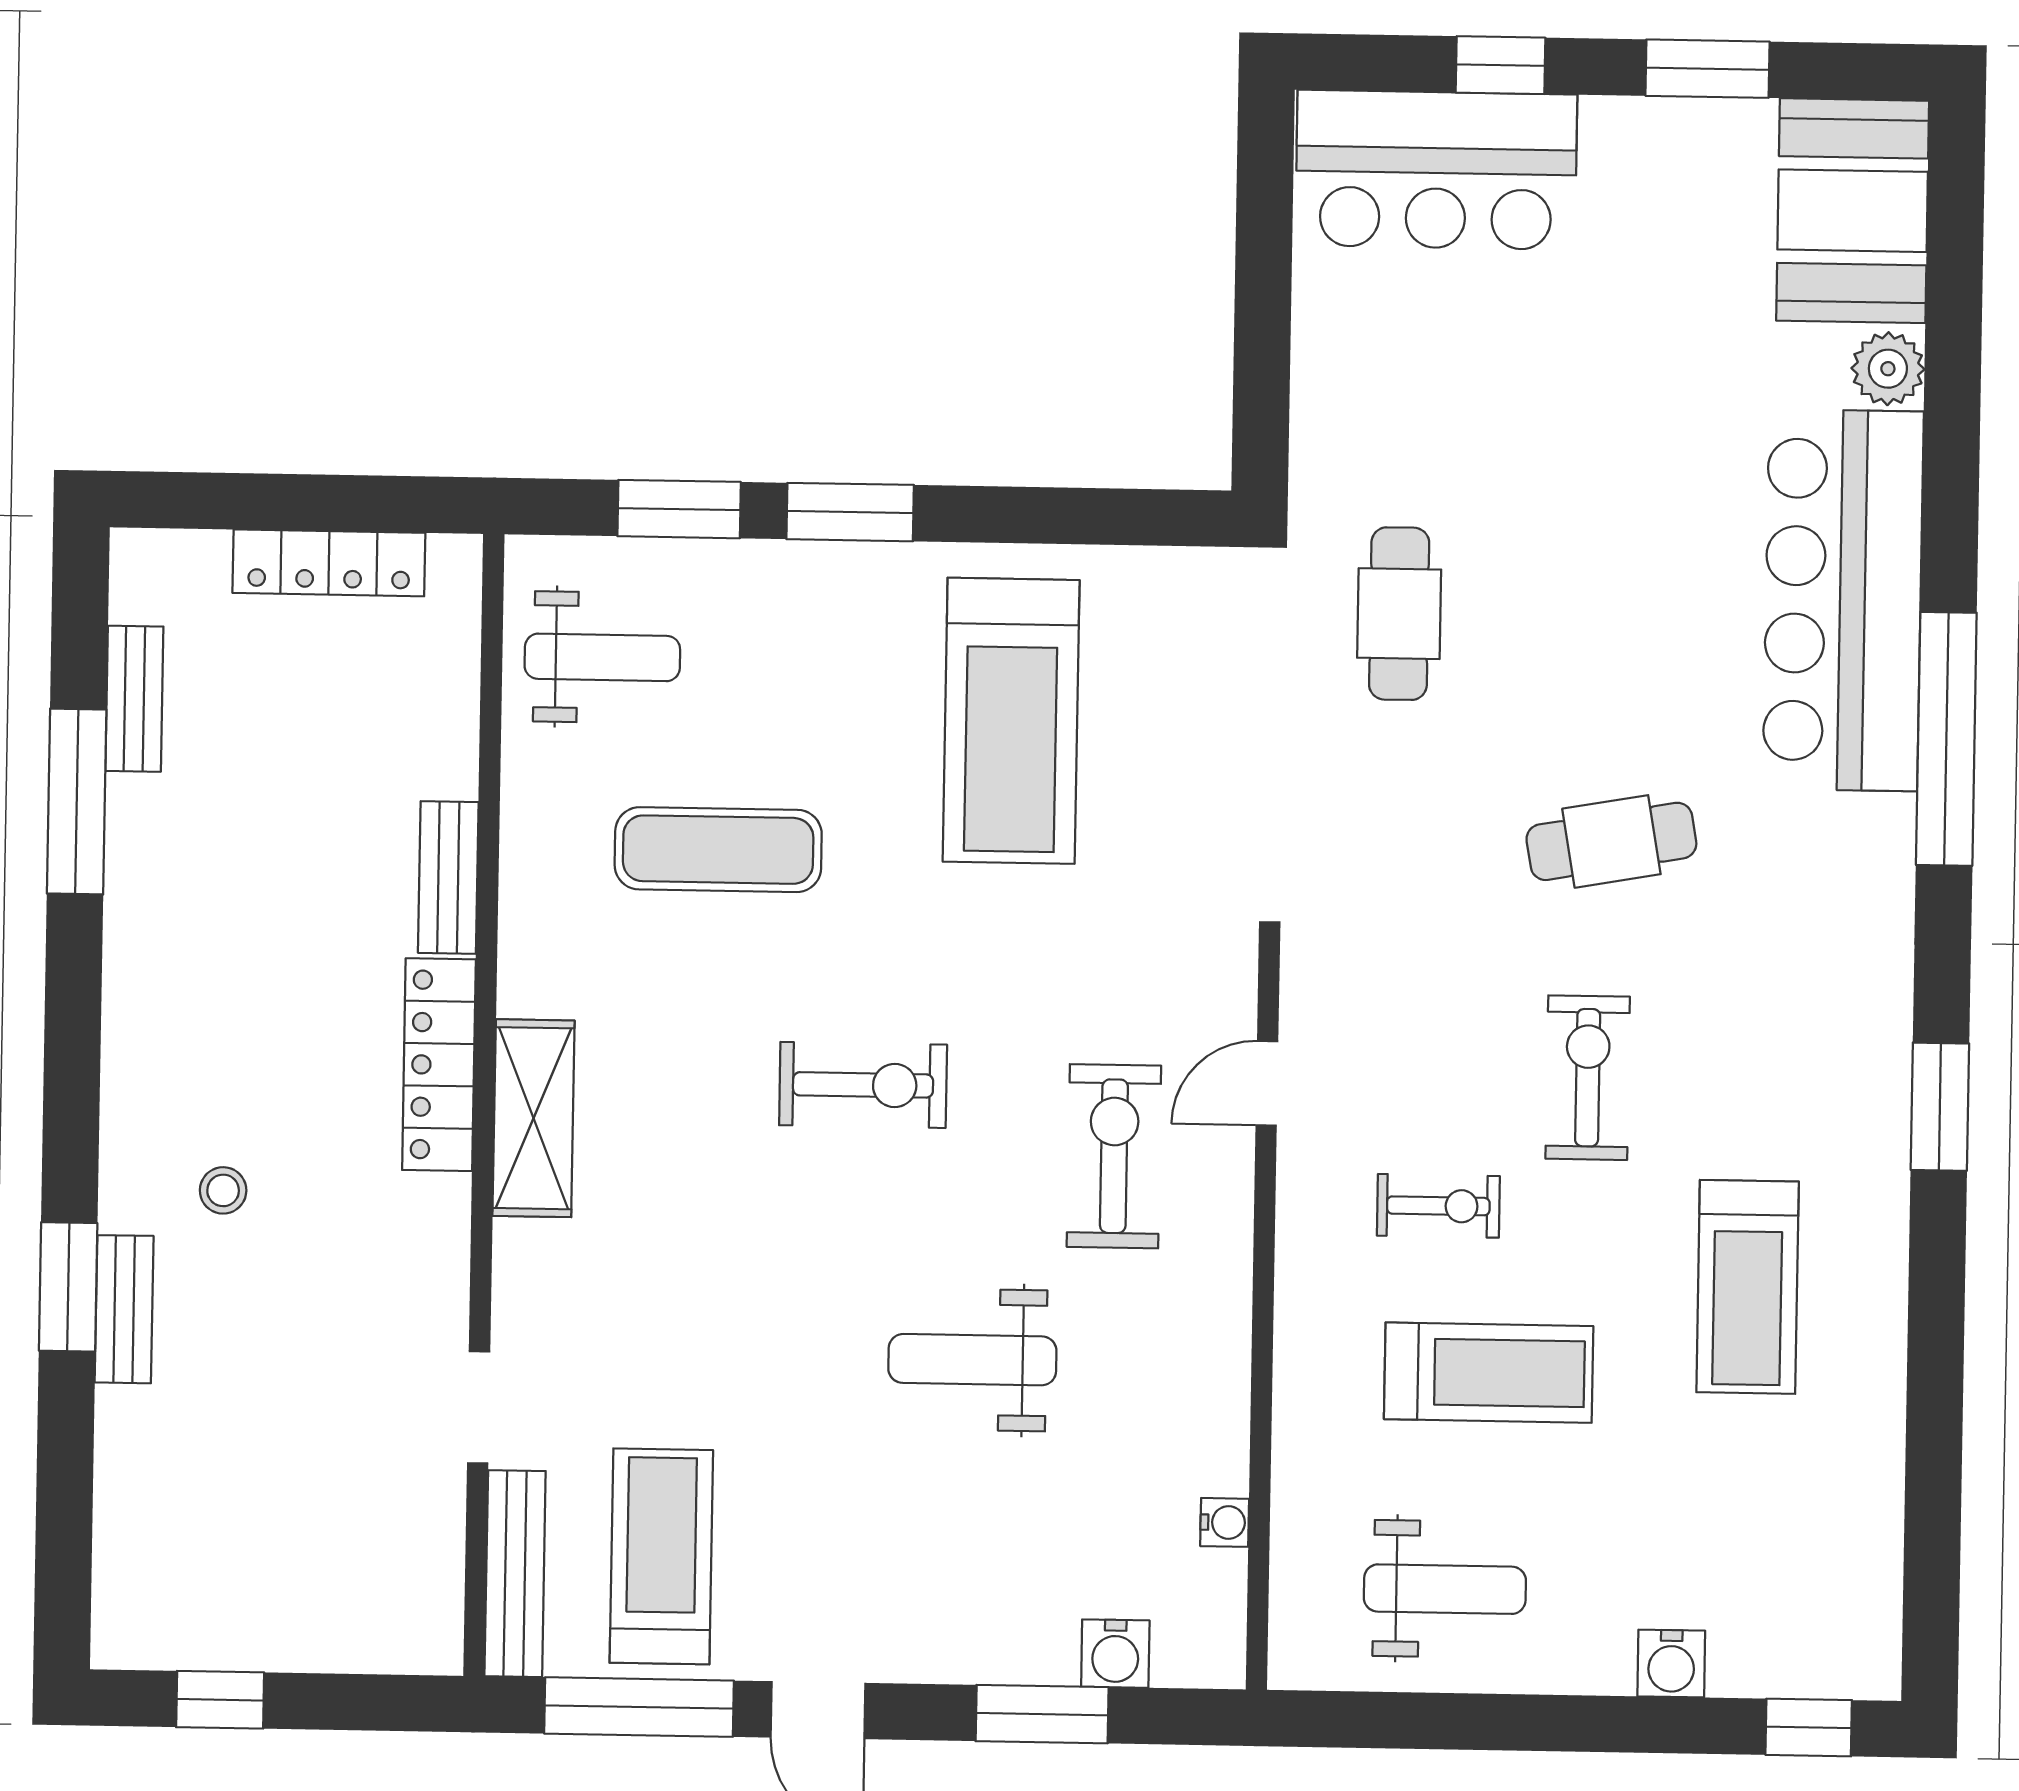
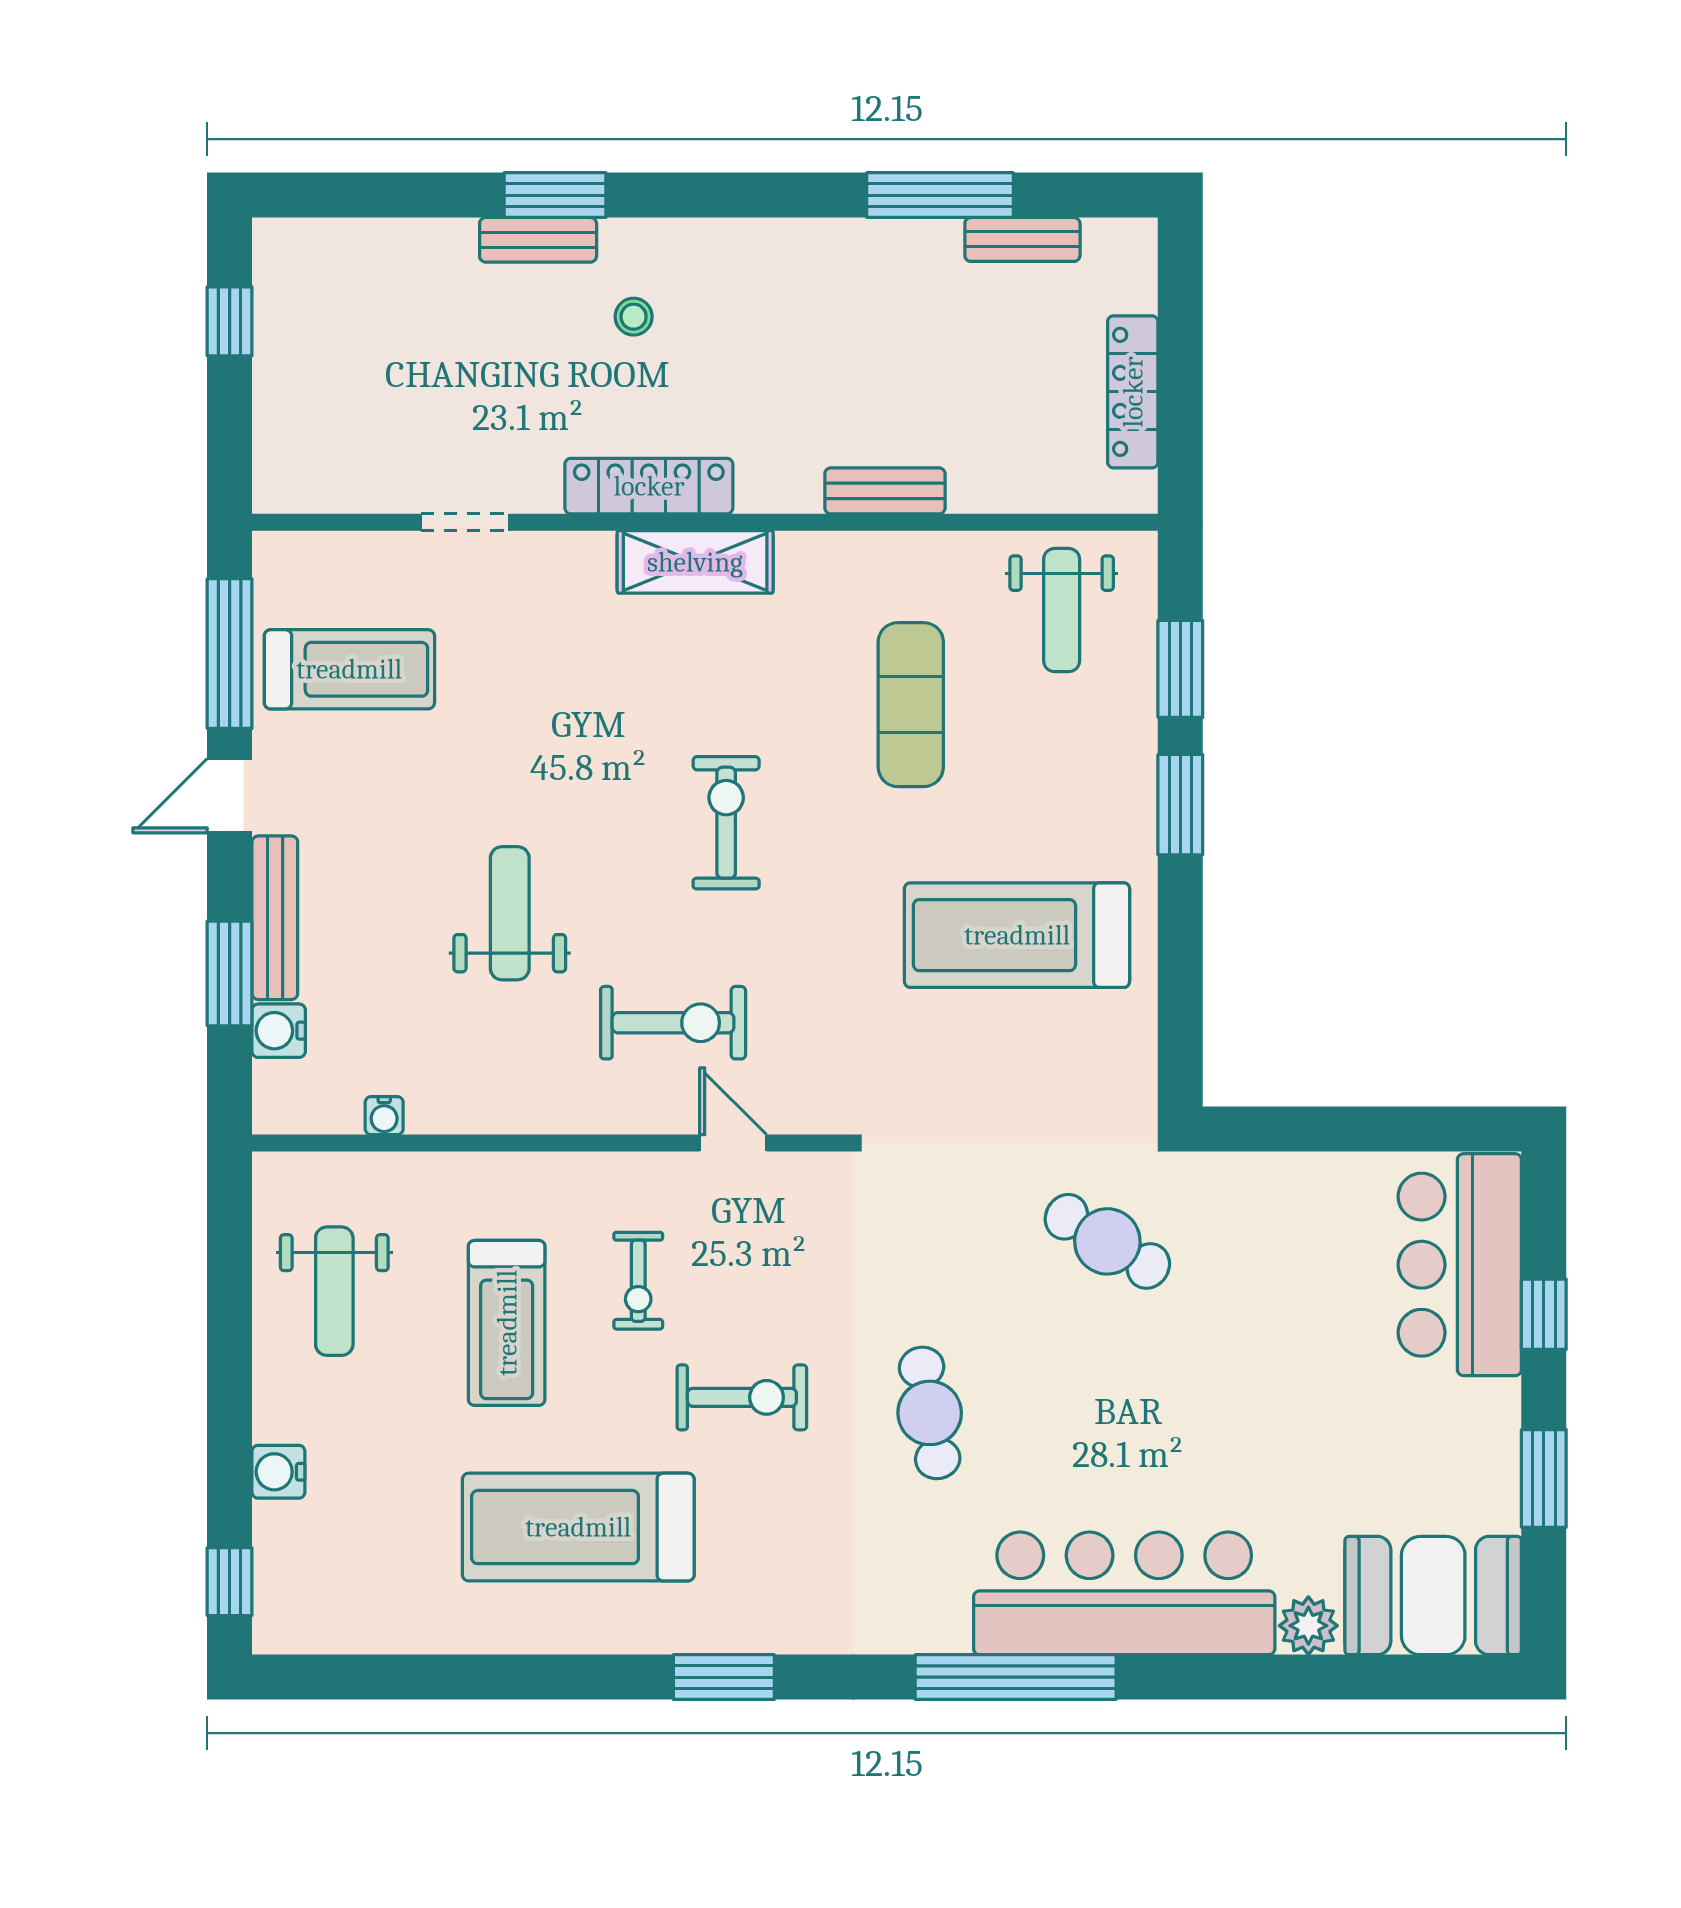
cafe table: (1399, 614) -> (1107, 1241), turned 31
locker: (439, 1065) -> (649, 486), moved
exercise bike: (863, 1085) -> (726, 823), turned 180
treadmill: (1748, 1287) -> (578, 1527), width x1.37, depth x1.38
bench: (515, 1574) -> (275, 918), moved, turned 90

